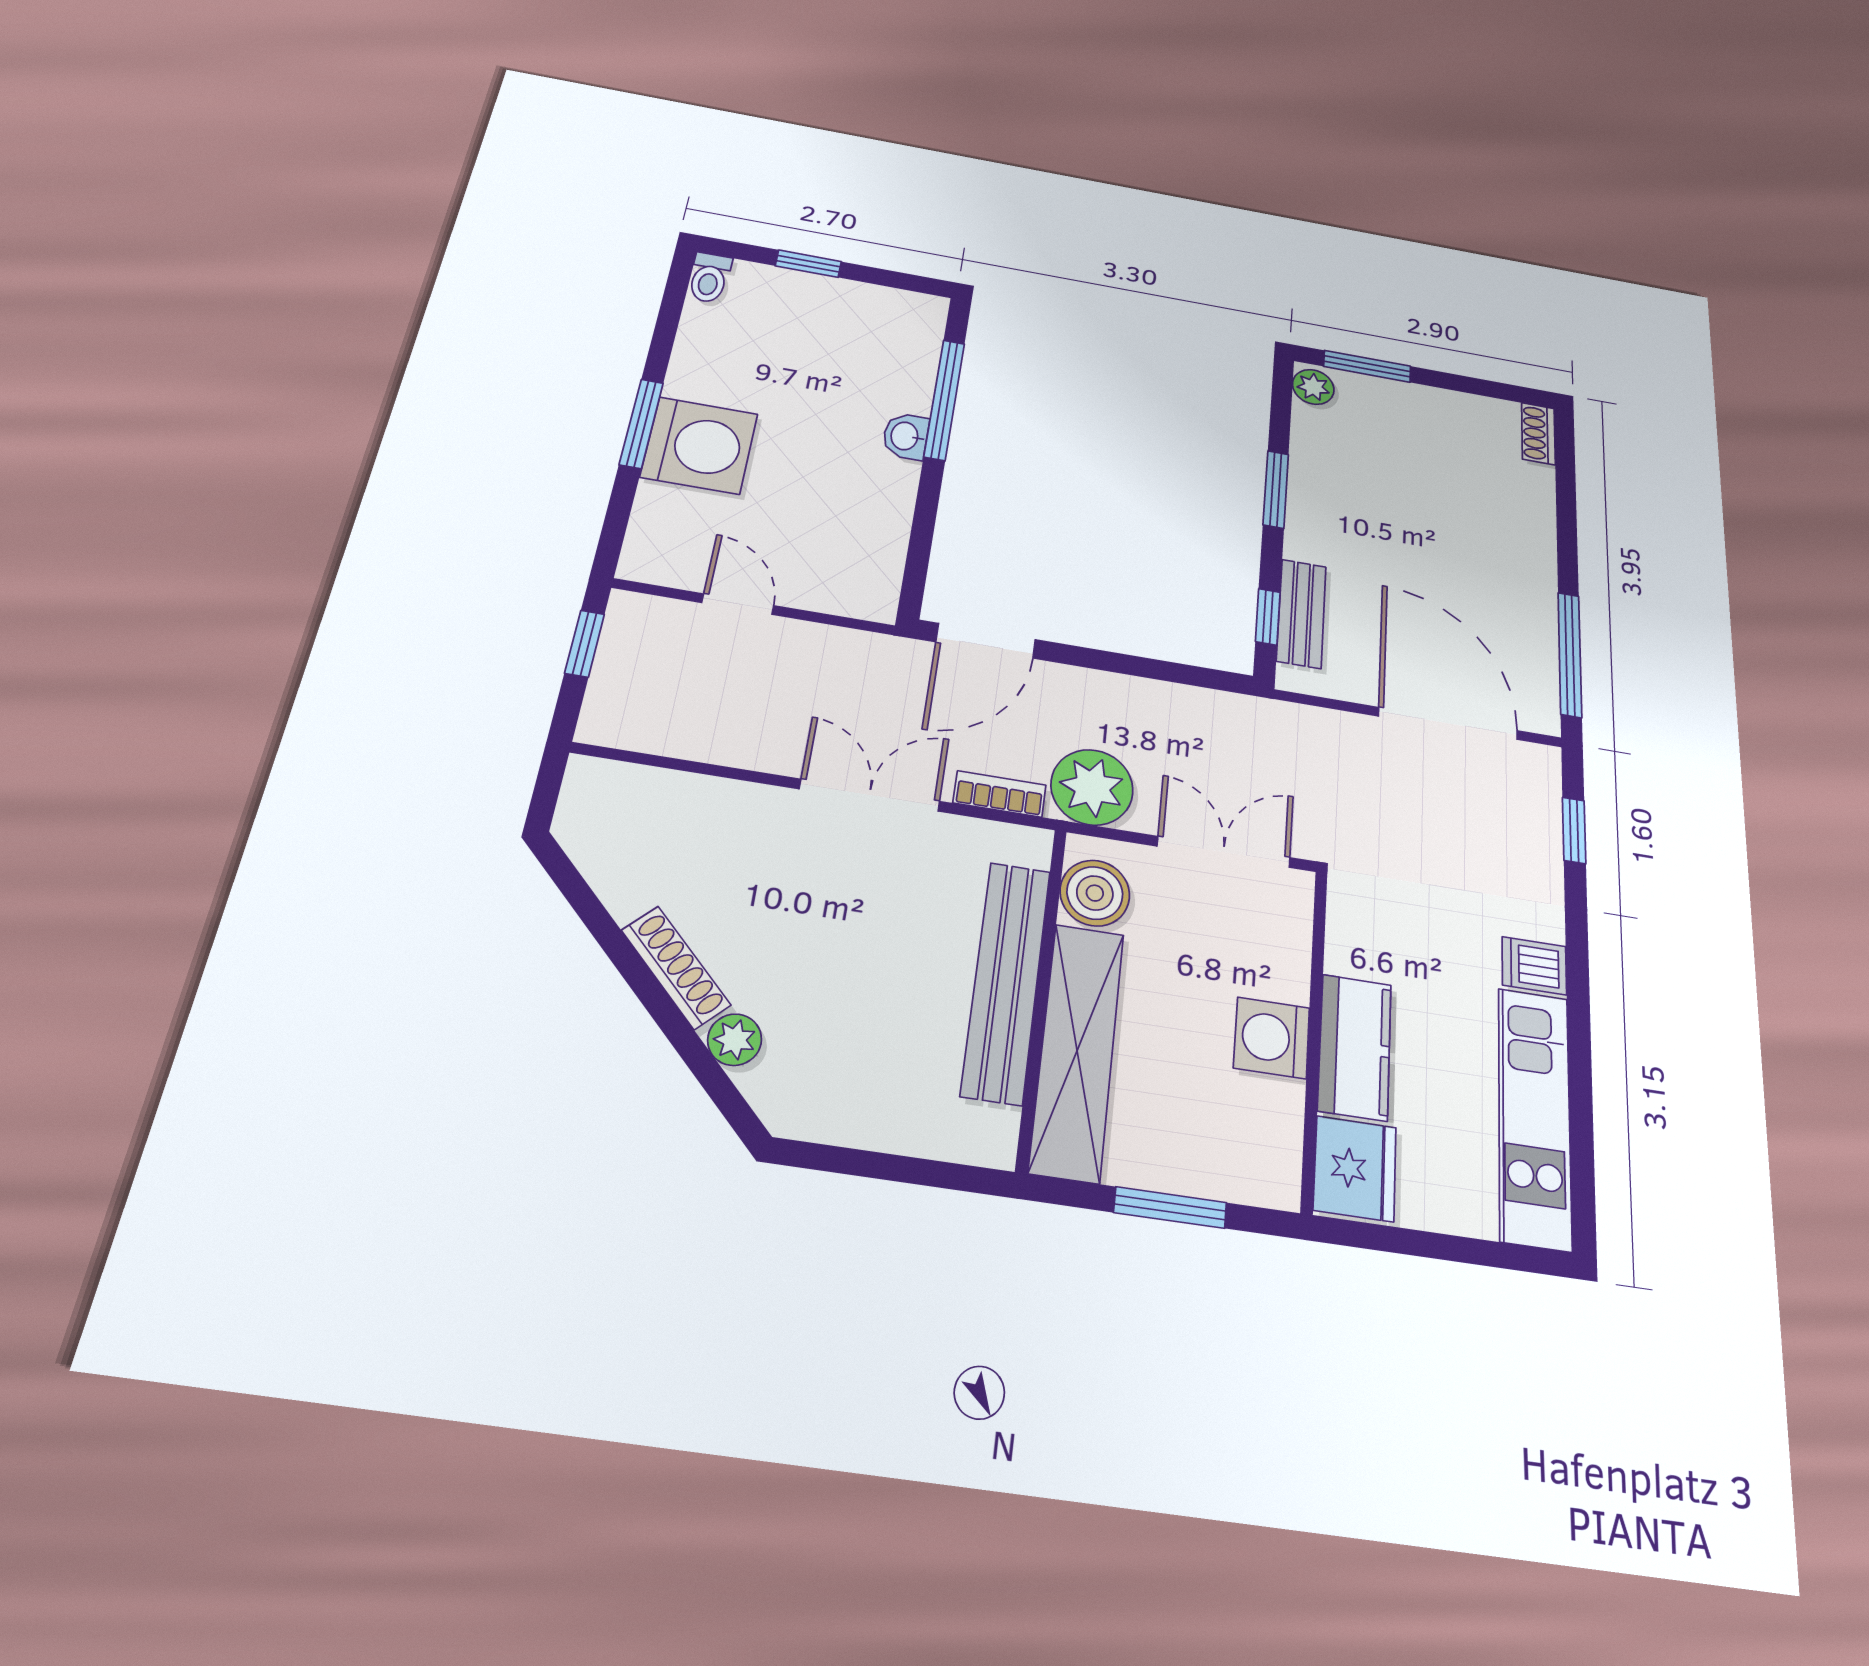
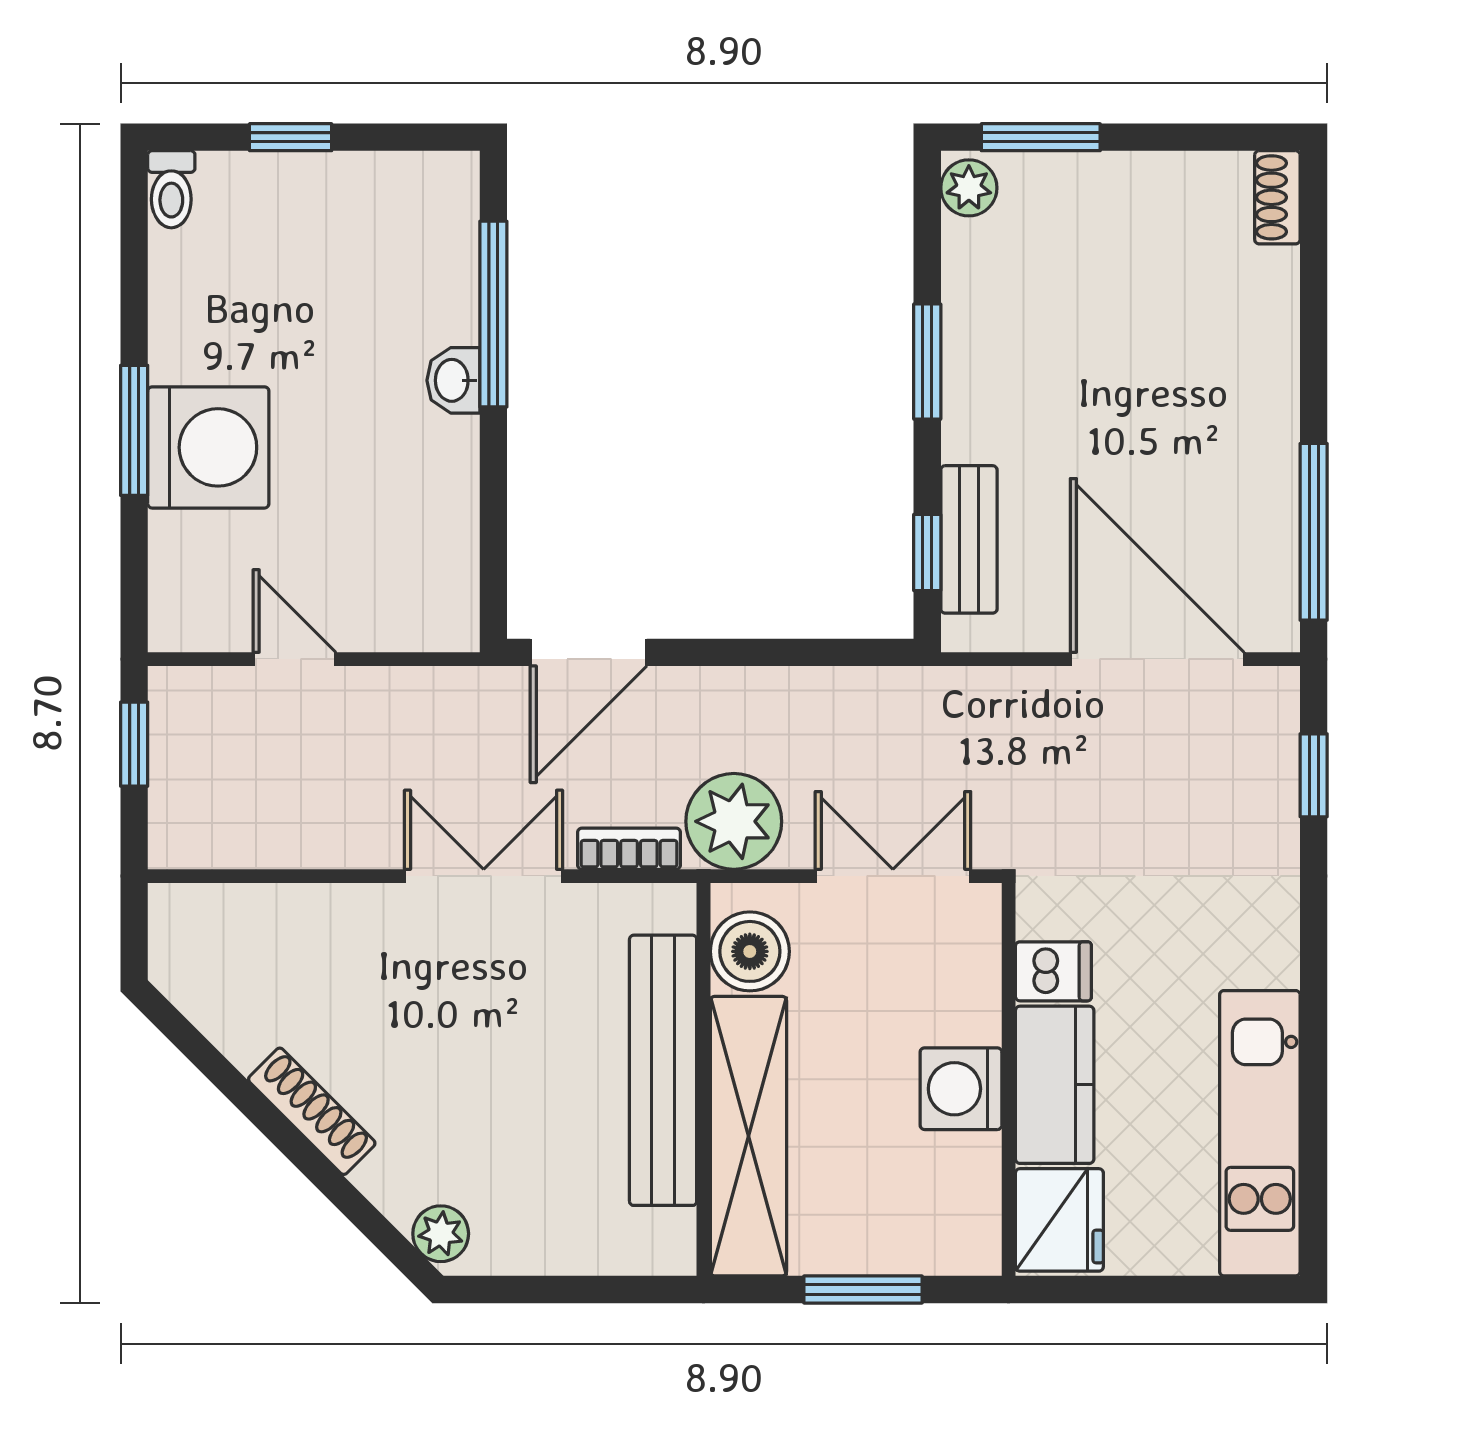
dishwasher: (1534, 966) -> (1053, 971), moved, turned 180
plant: (735, 1040) -> (441, 1234), moved

